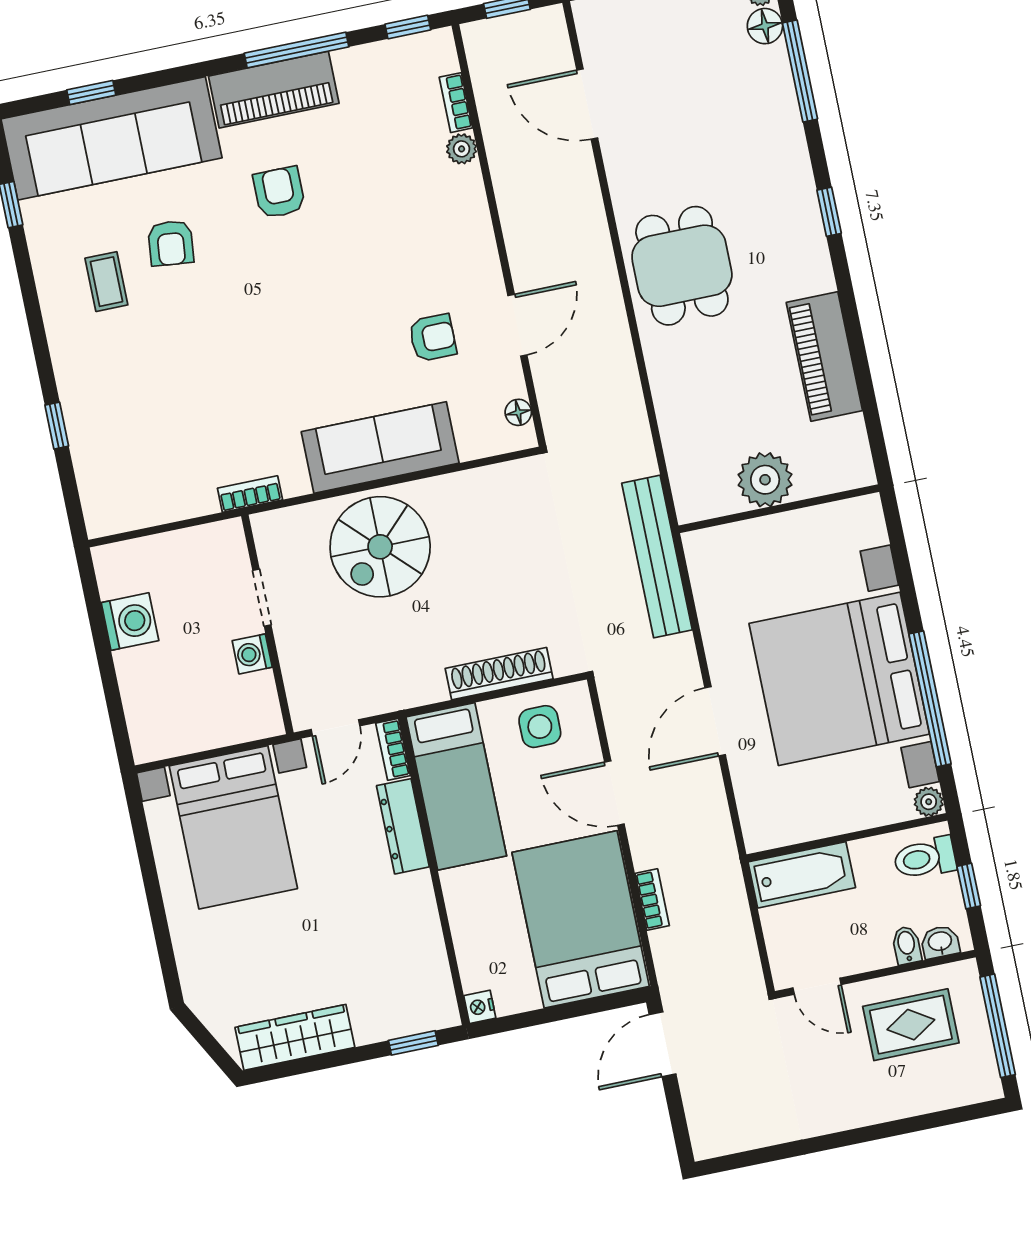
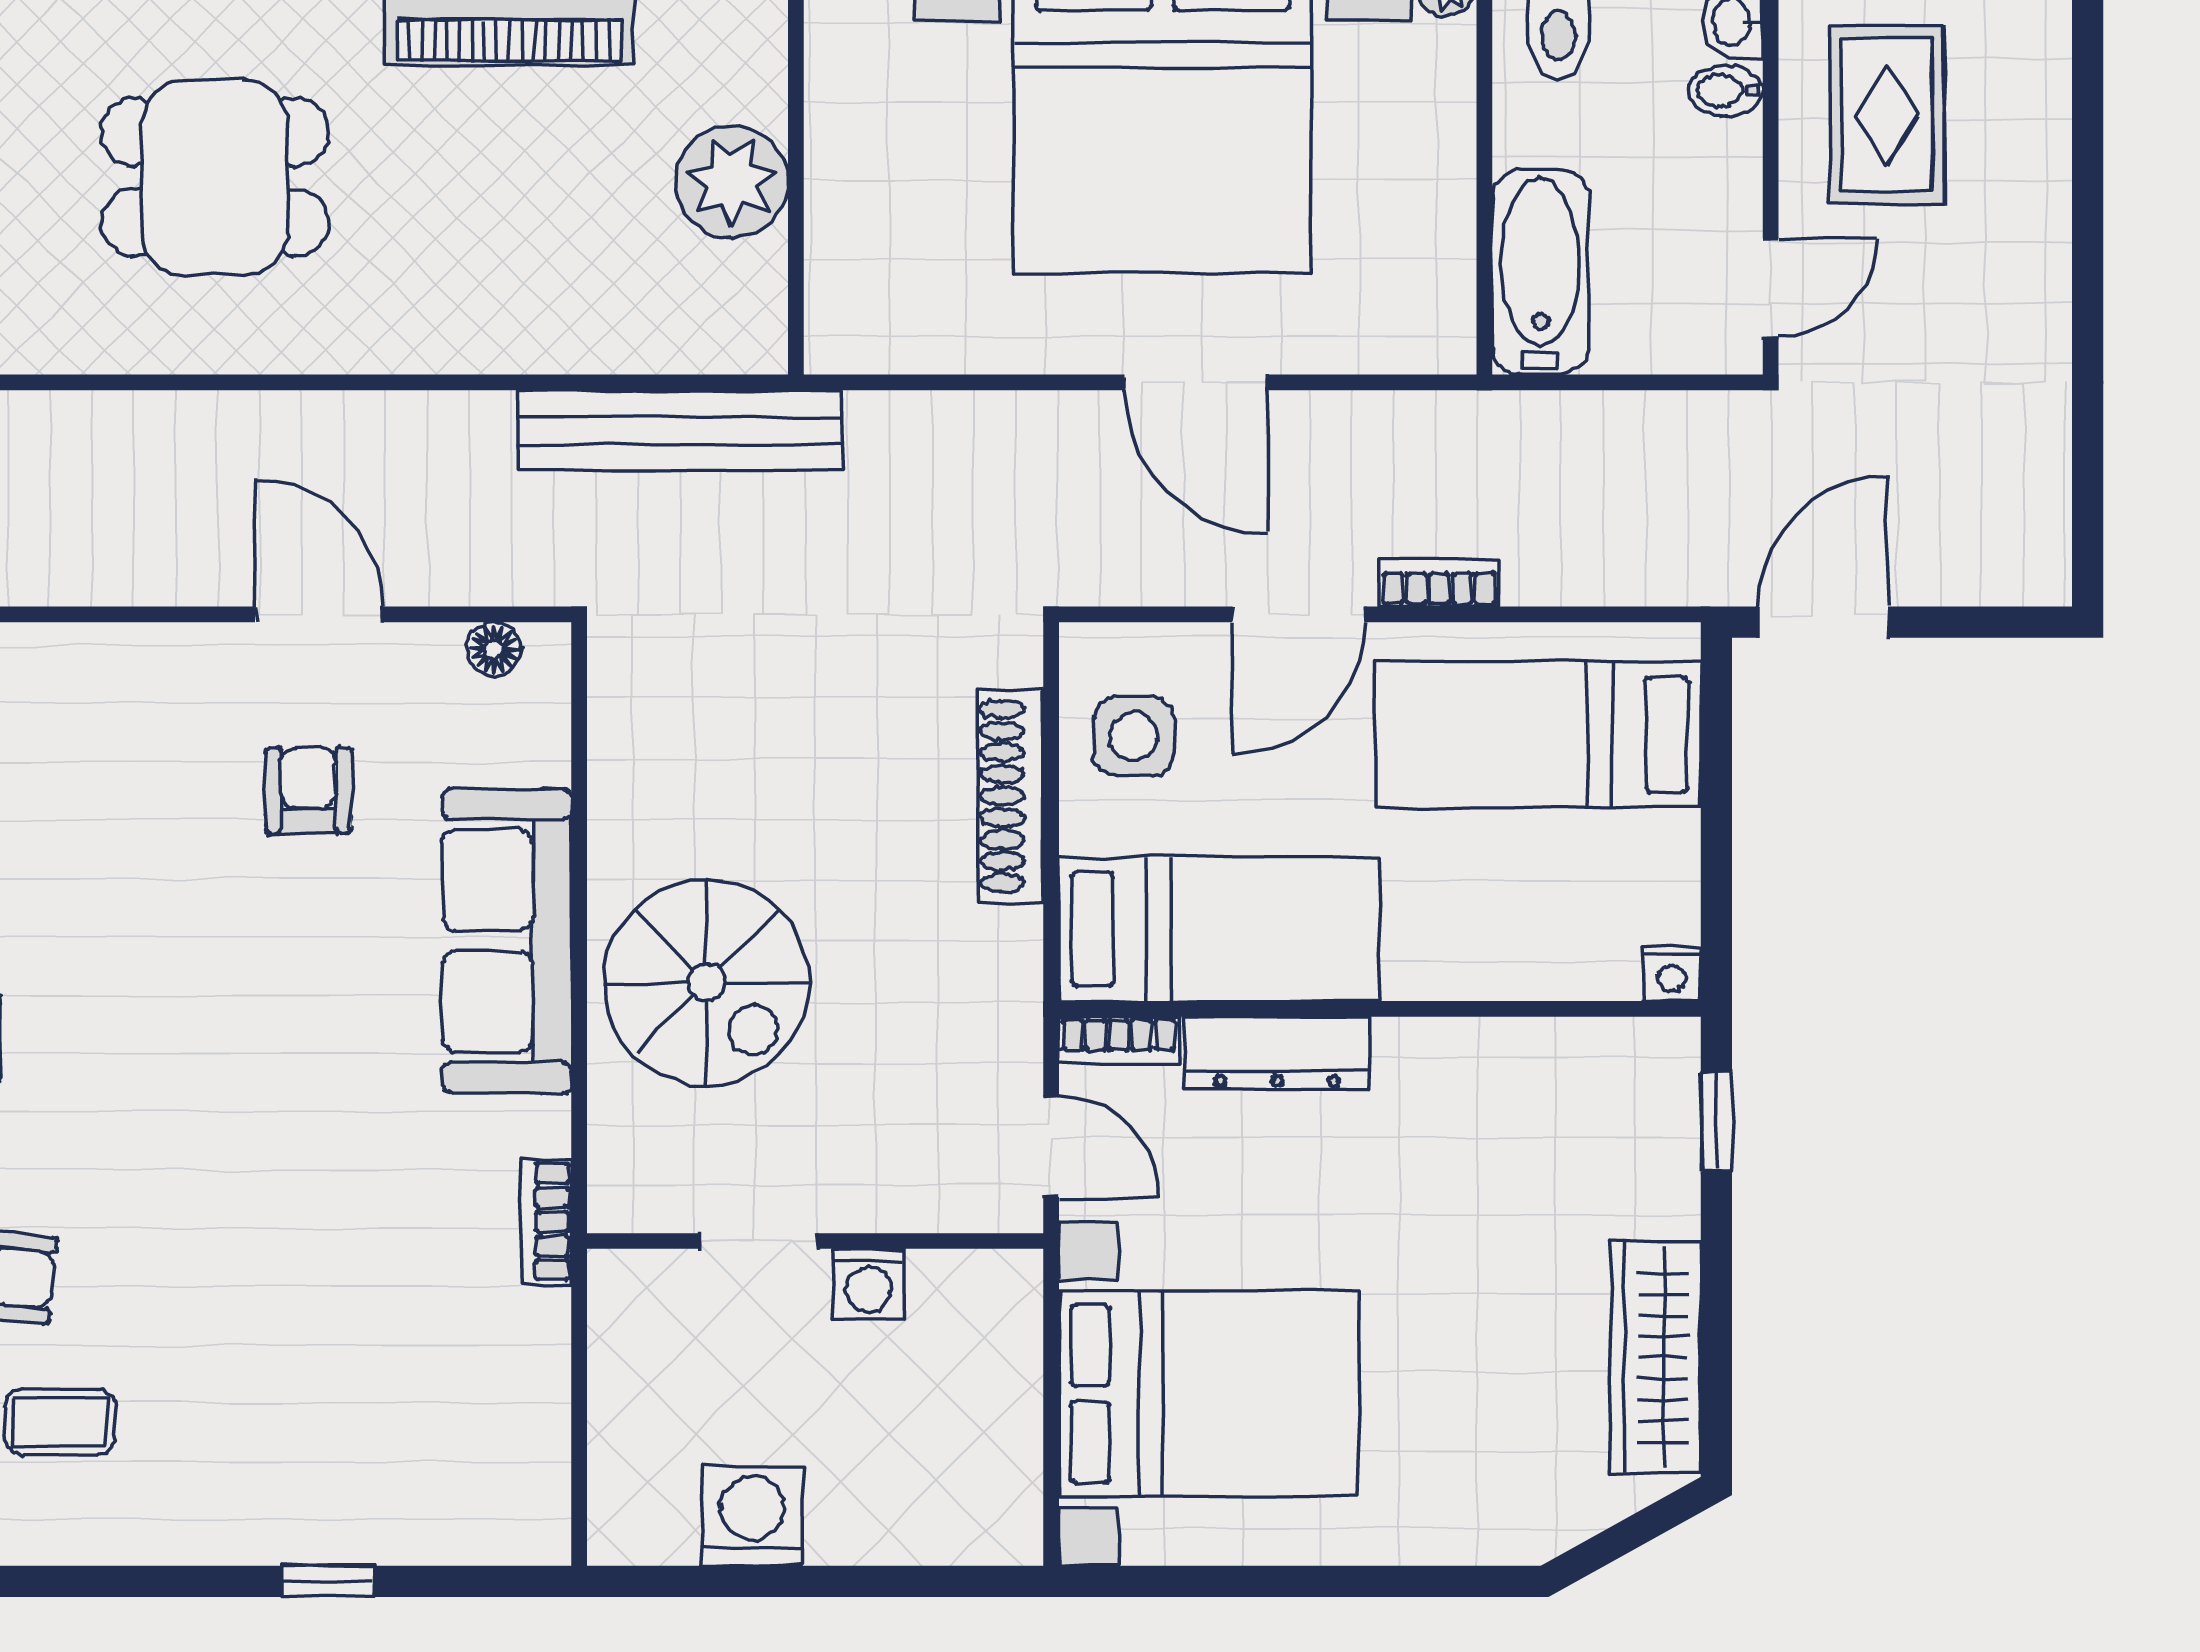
dining table: (682, 266) -> (215, 177), moved
bench: (657, 557) -> (680, 430), moved
bookcase: (652, 900) -> (1439, 583), moved
bed: (581, 919) -> (1538, 735), width x0.67
door: (663, 1044) -> (1823, 622), swing flipped

